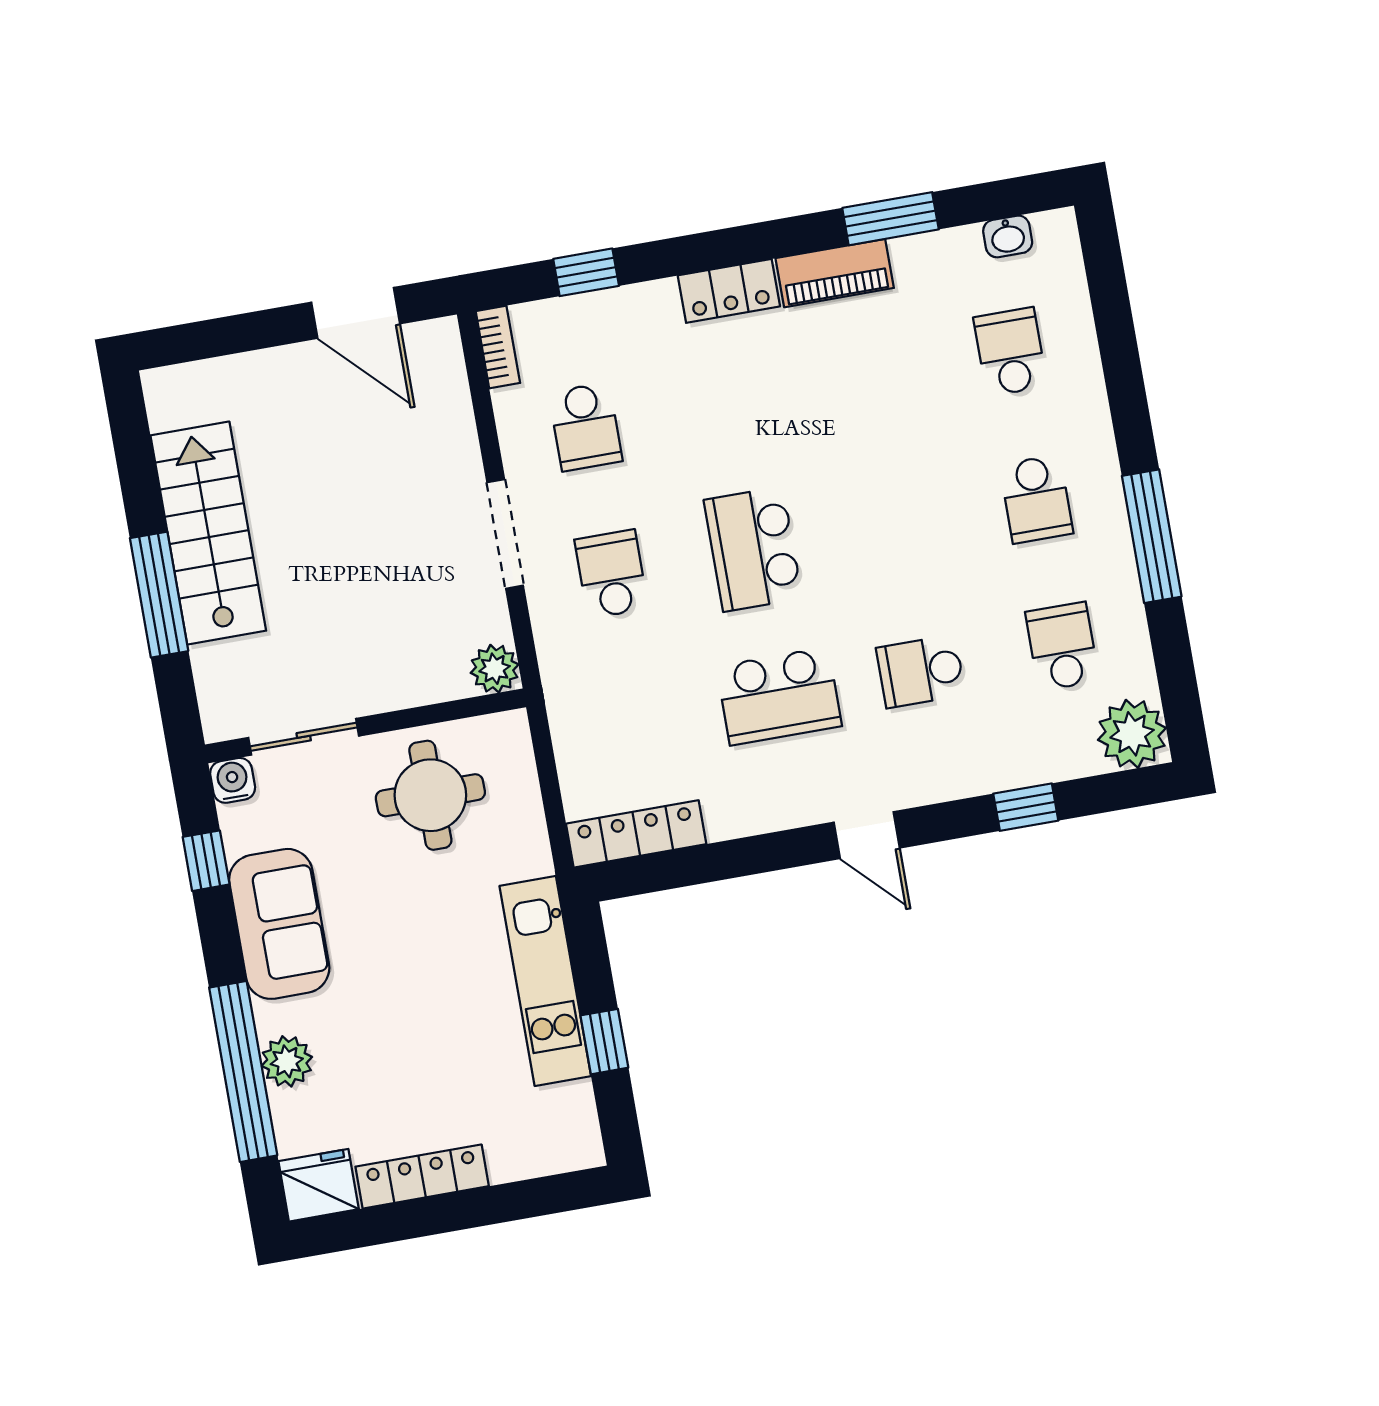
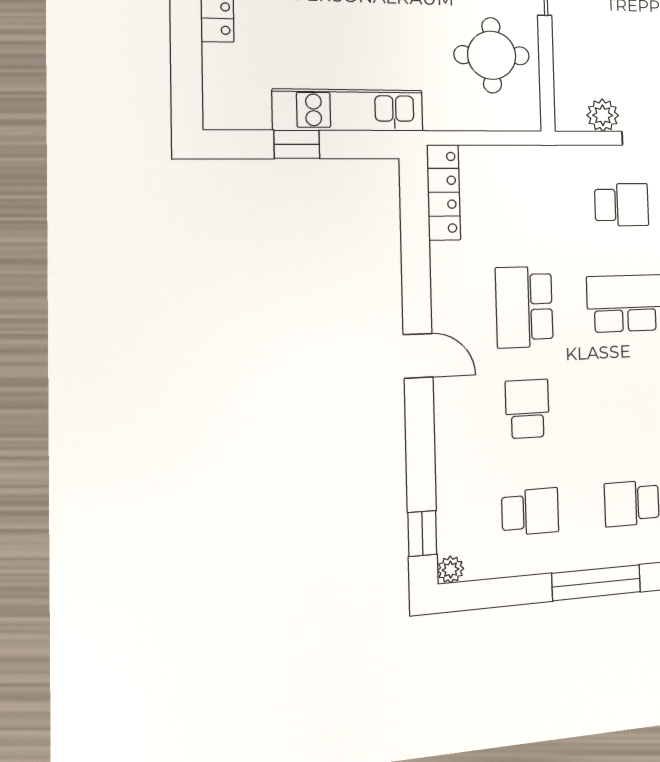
plant: (495, 669) -> (603, 115), moved
plant: (1132, 734) -> (451, 570), width x0.53, depth x0.53
window: (1026, 807) -> (422, 534), moved
door: (867, 835) -> (418, 356), swing flipped

